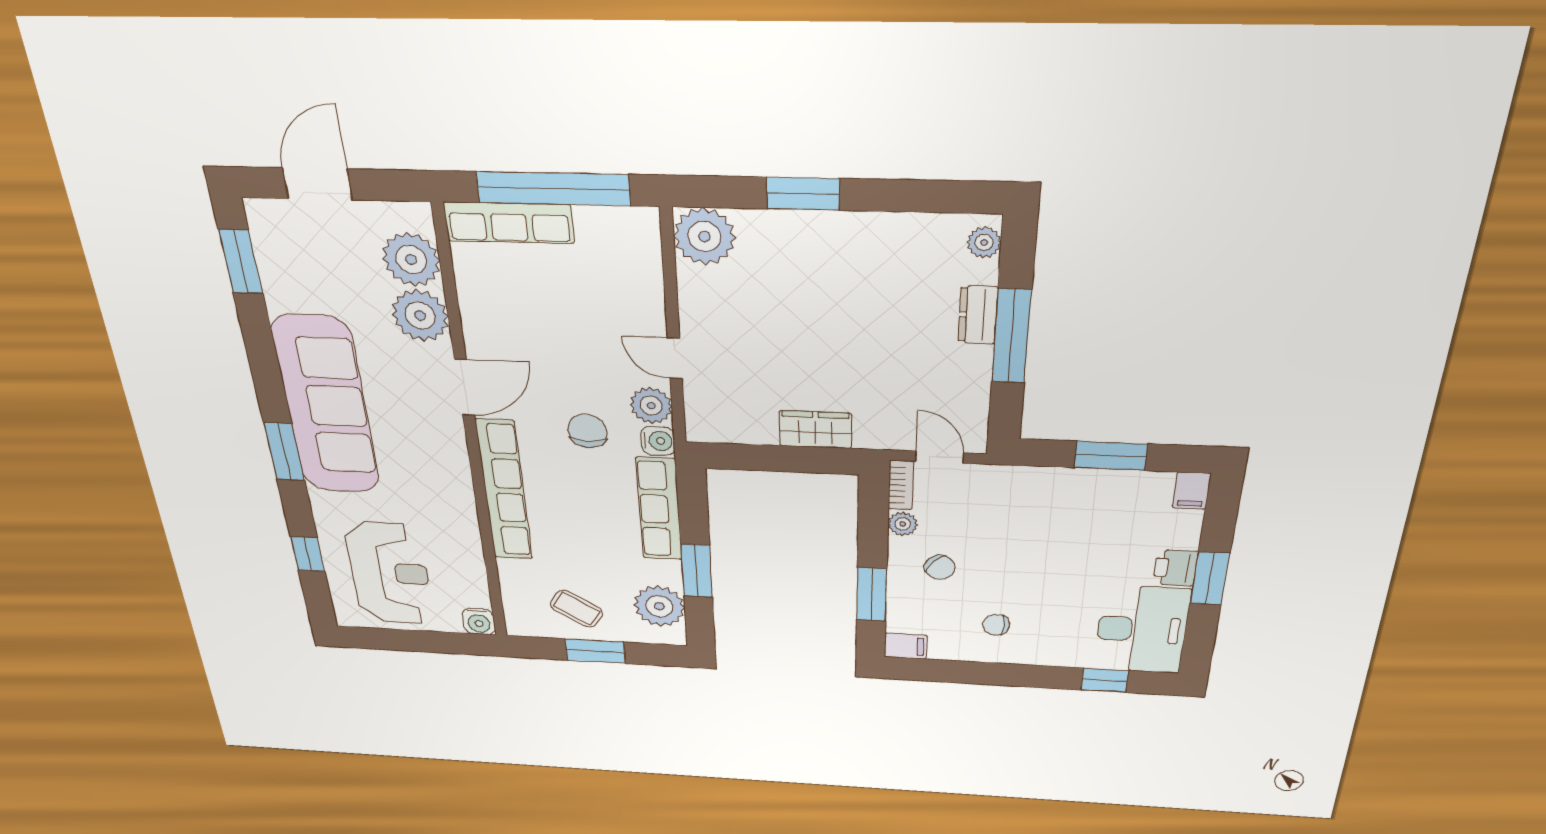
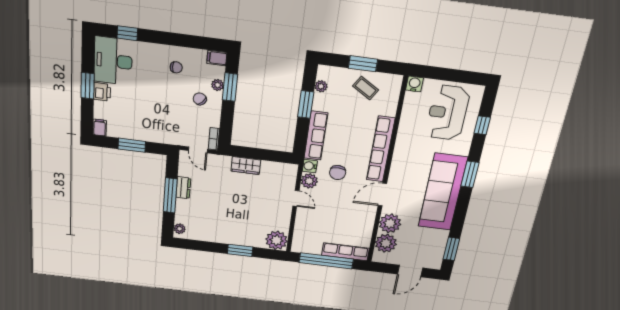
dresser: (978, 315) -> (183, 188), moved
plant: (903, 524) -> (218, 85), moved
plant: (659, 606) -> (321, 86), width x0.53, depth x0.53

